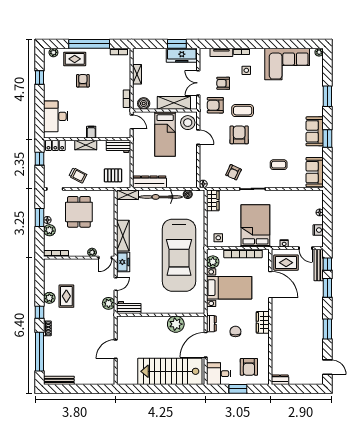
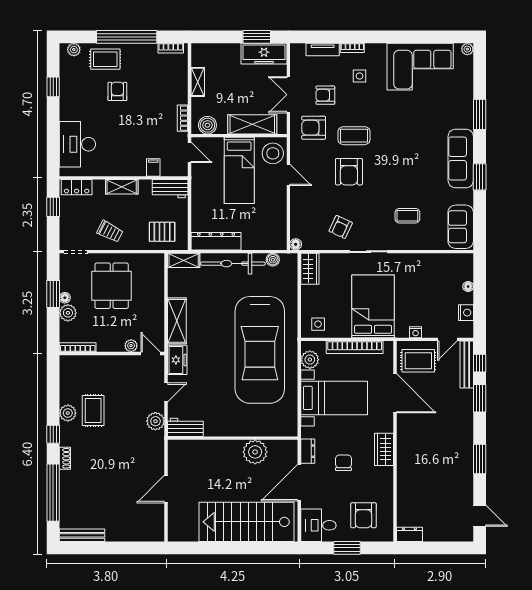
sofa: (315, 131) -> (461, 159), width x1.36
filing cabinet: (91, 132) -> (153, 167), moved
armchair: (239, 135) -> (349, 172), turned 180
door: (306, 248) -> (447, 339), hinge flipped
door: (105, 258) -> (151, 353), swing flipped

